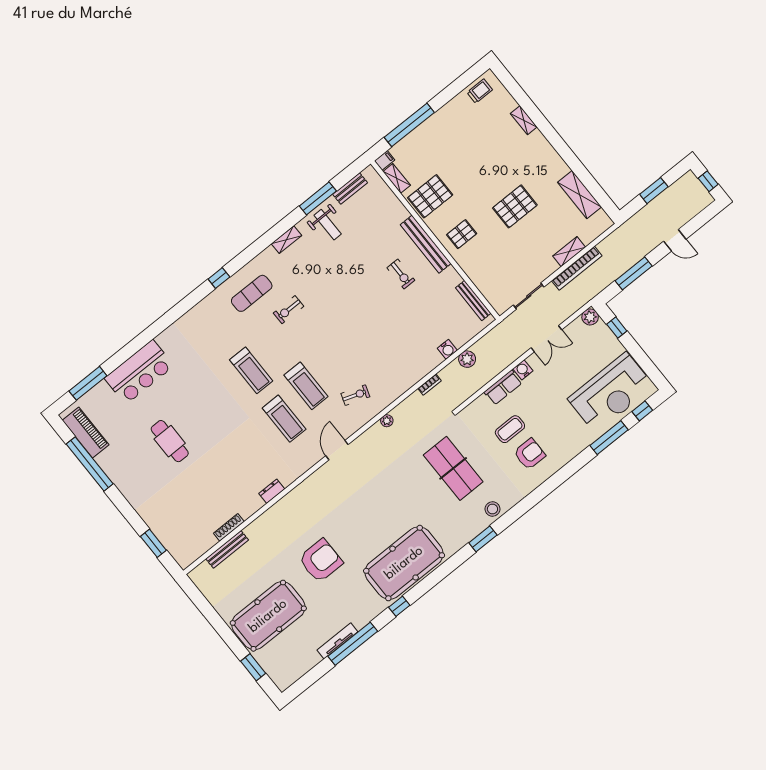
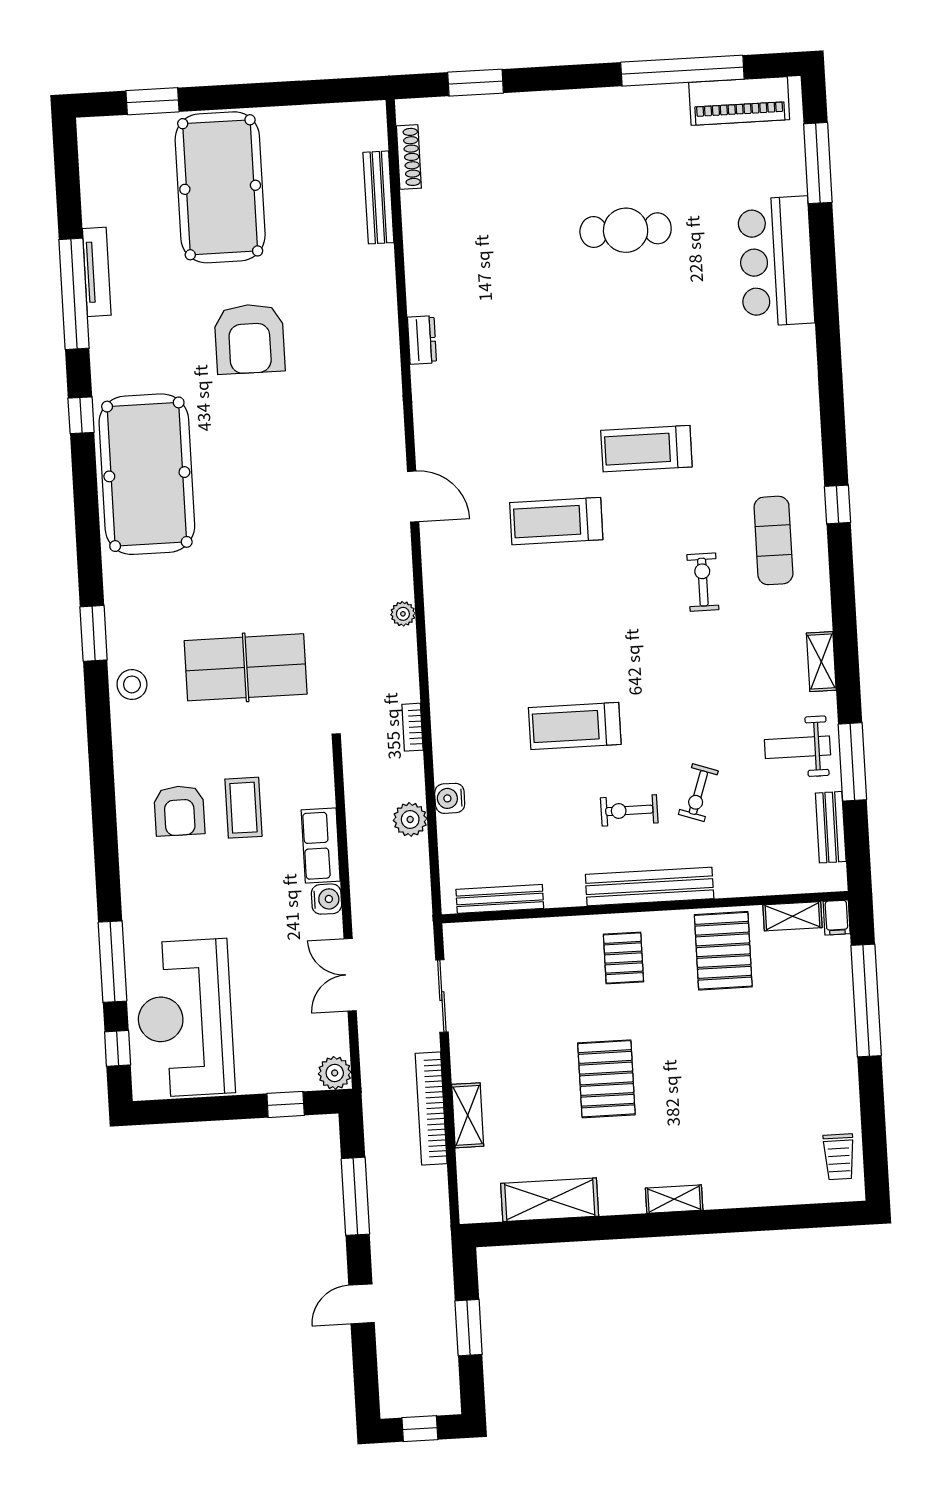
shelving: (524, 120) -> (674, 1199), moved
exercise bike: (355, 395) -> (698, 793), moved
treadmill: (284, 419) -> (575, 726), moved
shoe rack: (229, 527) -> (409, 157), moved

